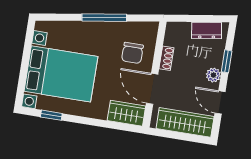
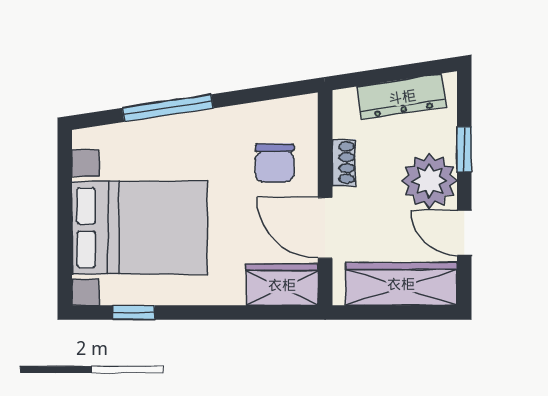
window: (104, 18) -> (168, 108), moved
dresser: (207, 30) -> (402, 97), width x1.44
plant: (213, 75) -> (429, 181), width x1.88, depth x1.88

